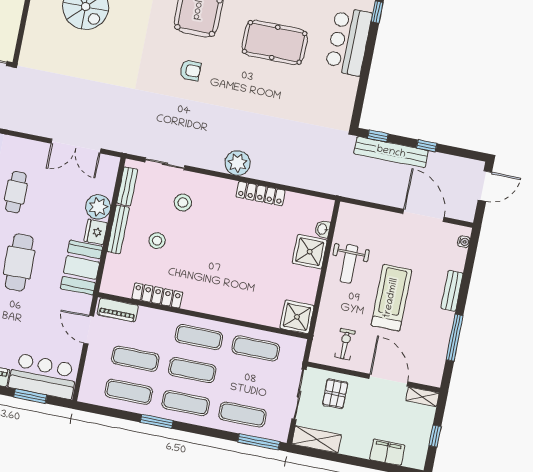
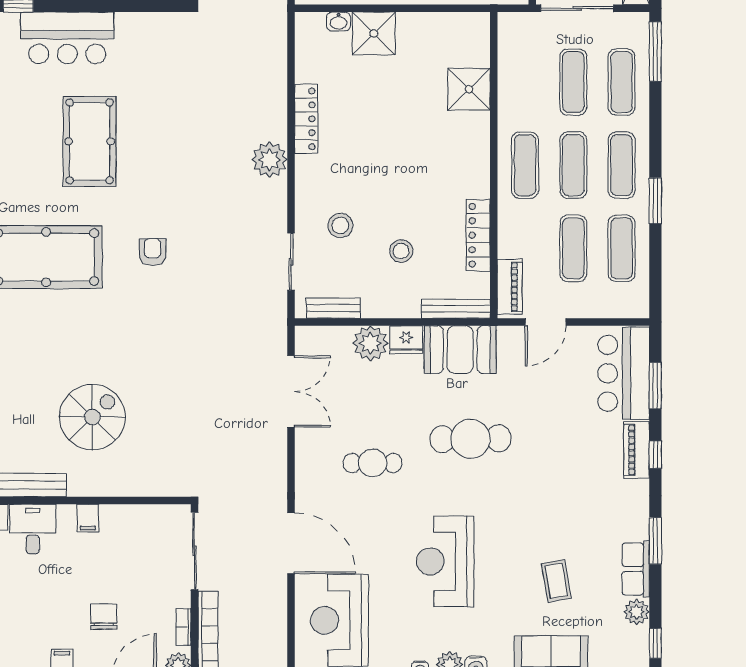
bench: (118, 229) -> (456, 309), moved
shower: (297, 317) -> (469, 89), moved
exercise mat: (256, 348) -> (573, 82), moved

